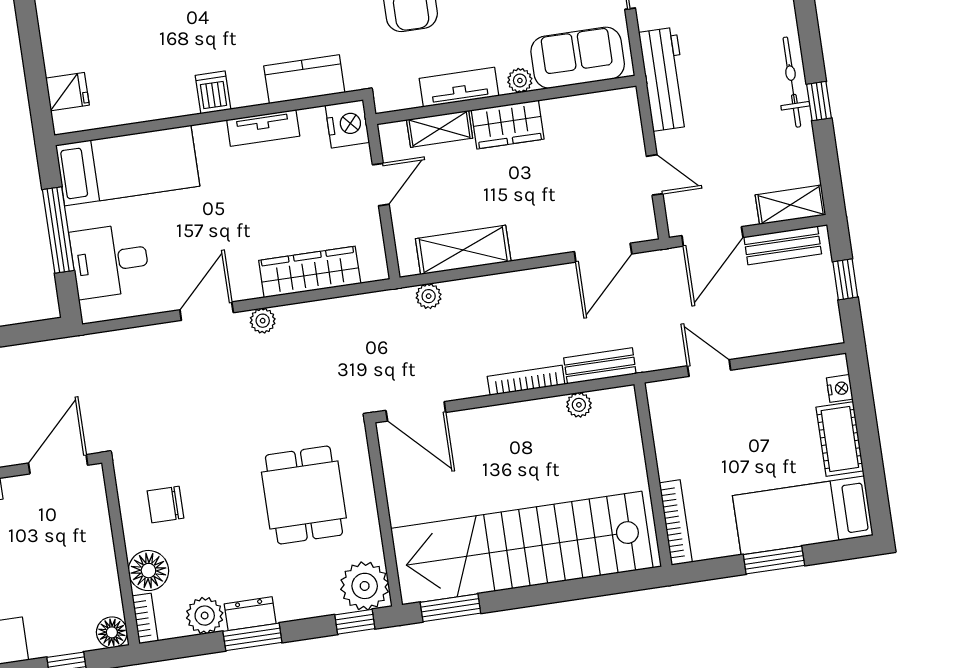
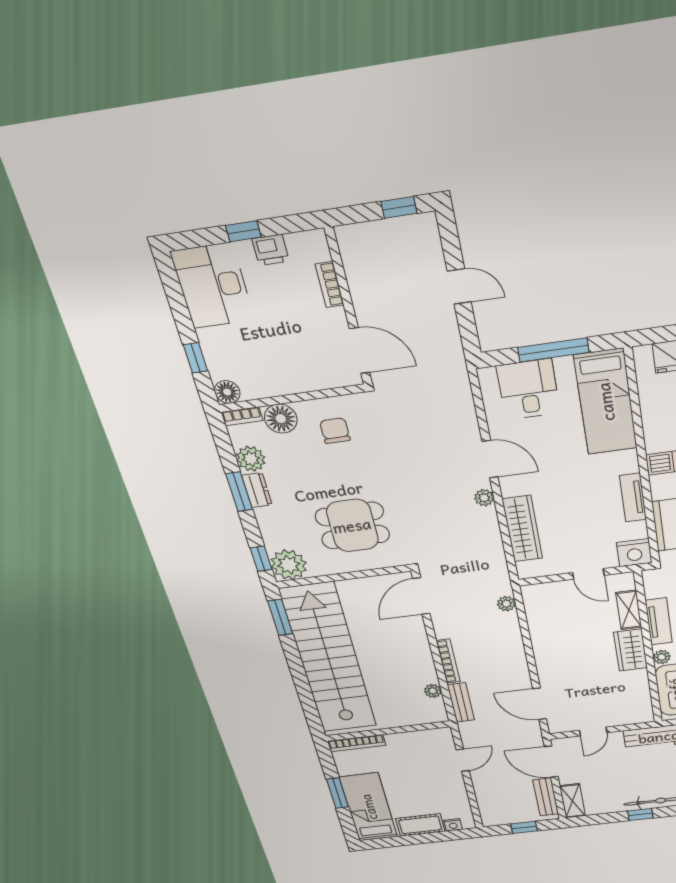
shelving: (463, 250) -> (540, 624), removed

